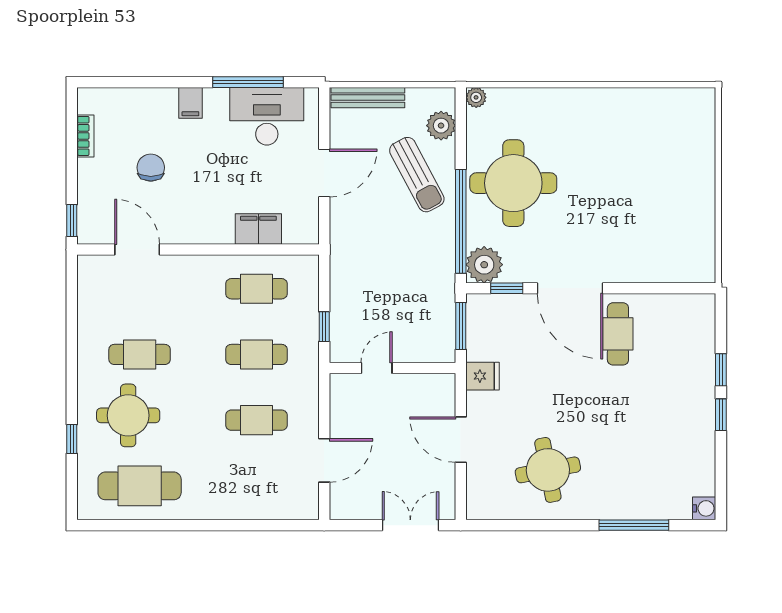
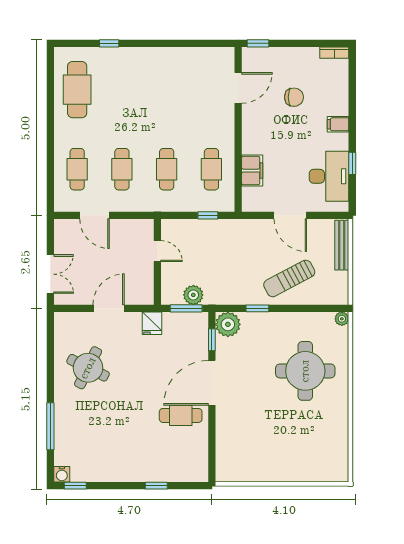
window: (248, 82) -> (352, 163), width x0.46
plant: (441, 126) -> (193, 295), moved
bookcase: (85, 136) -> (334, 53), moved
round table: (513, 183) -> (305, 371), moved
window: (461, 221) -> (257, 308), width x0.32
window: (324, 327) -> (208, 215), moved
cafe table: (140, 354) -> (77, 169), moved
round table: (128, 415) -> (125, 82), removed
window: (721, 415) -> (75, 486), moved
round table: (548, 470) -> (88, 368), turned 37

